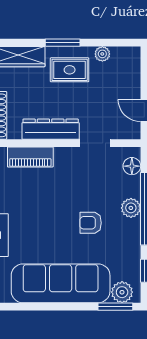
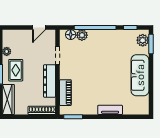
plant: (131, 208) -> (82, 35), moved
armchair: (91, 223) -> (103, 58), removed
sofa: (61, 283) -> (140, 75), width x0.74, depth x0.79

